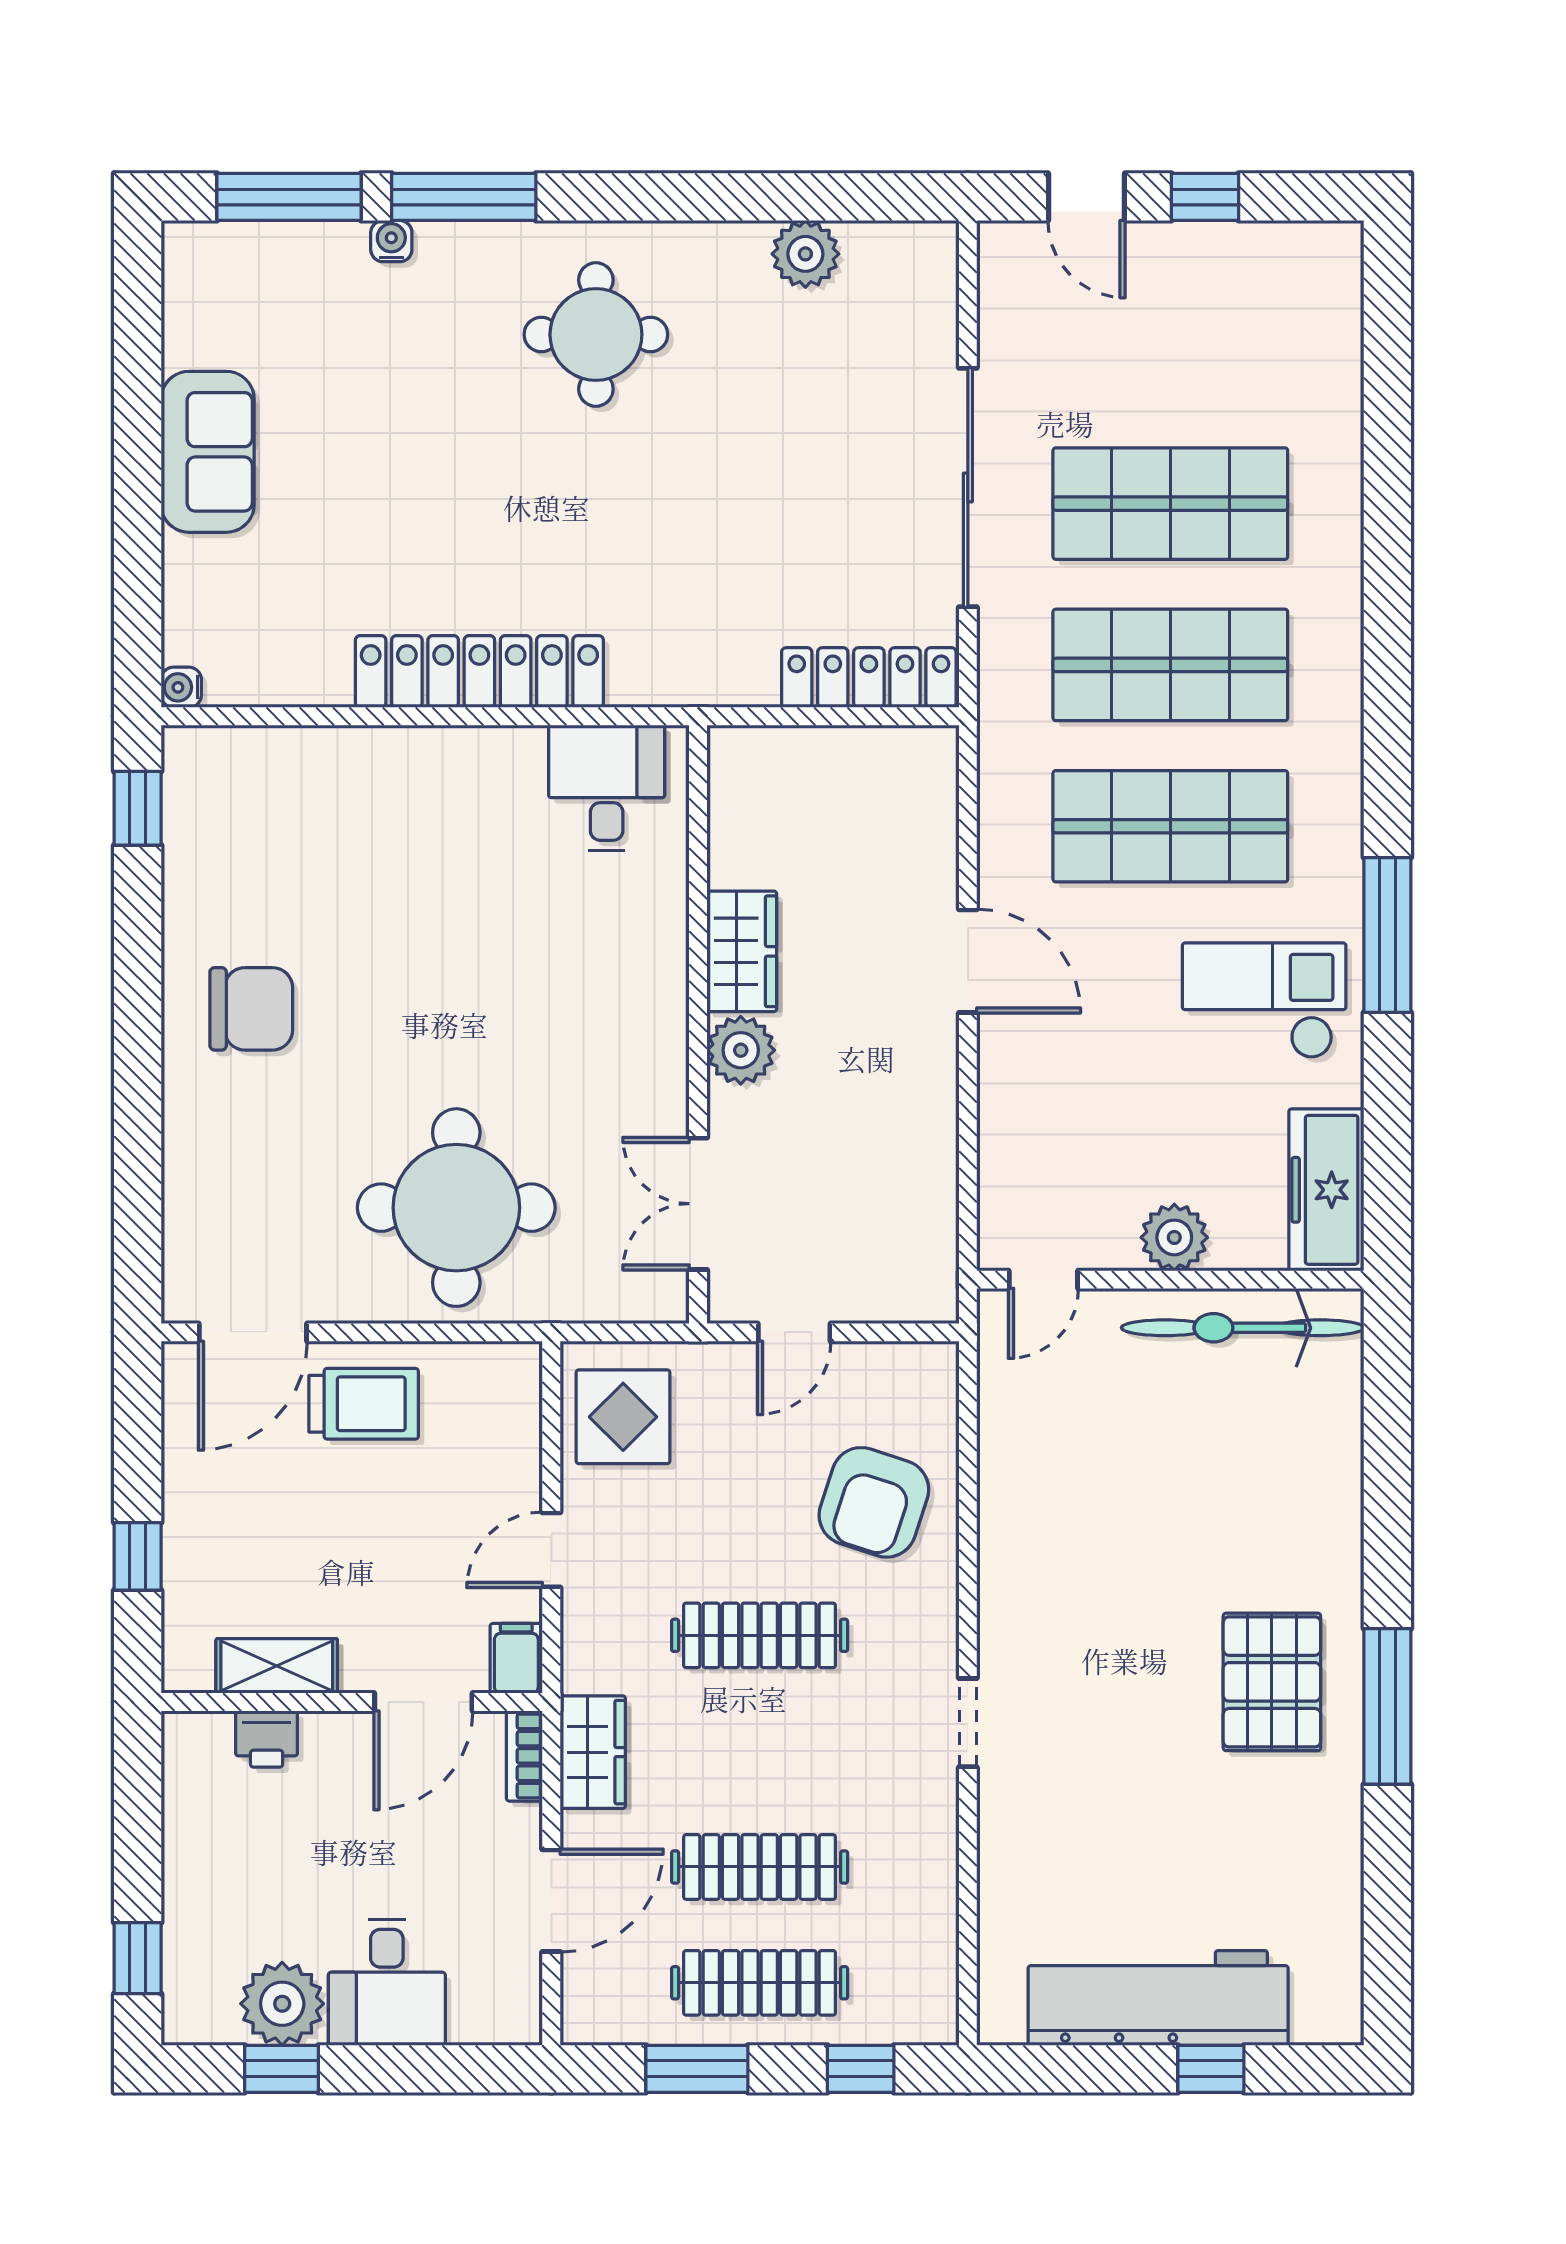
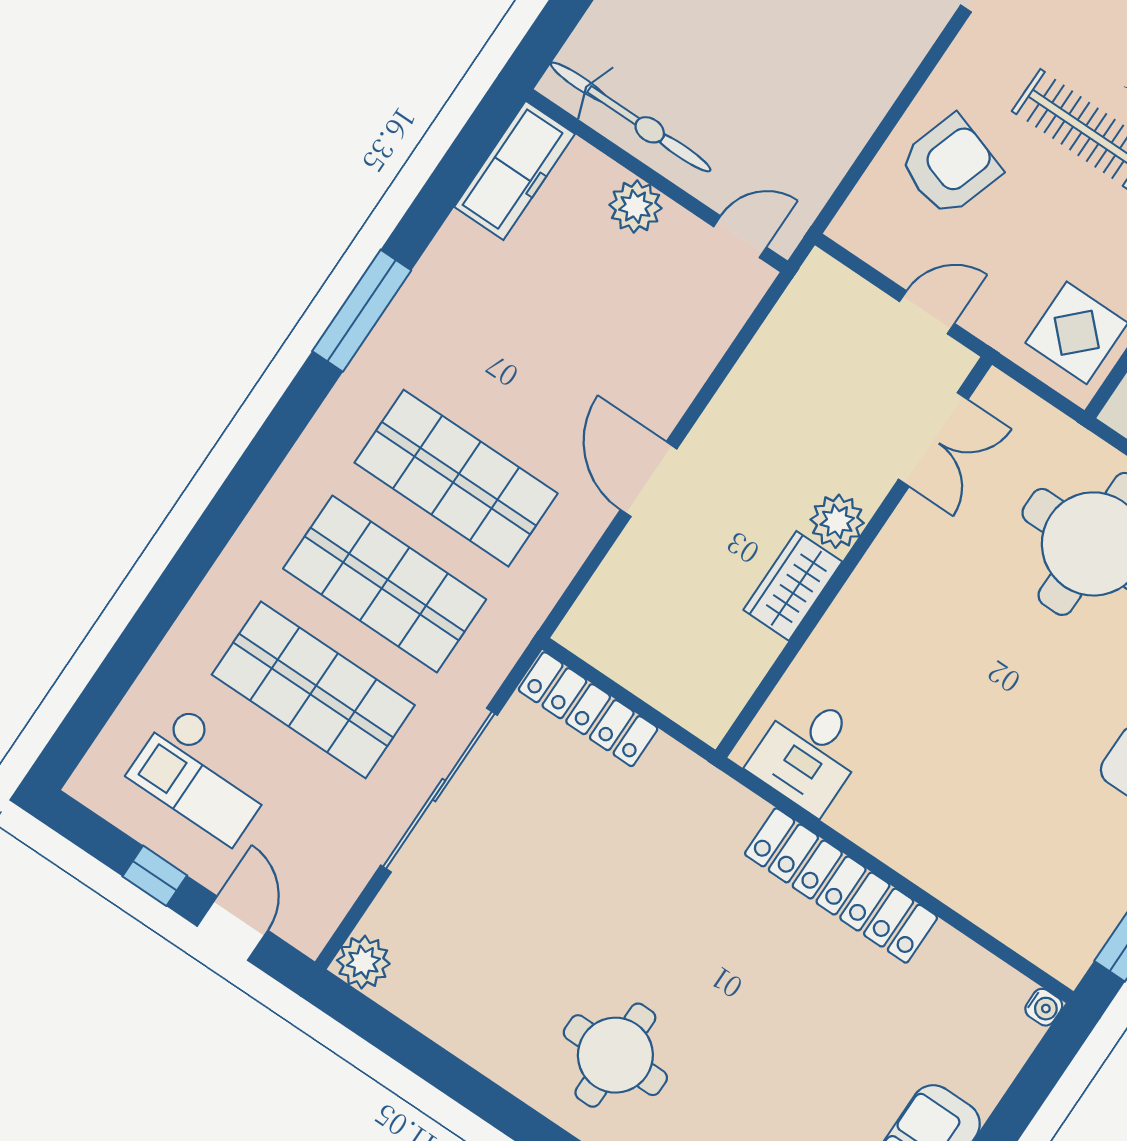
plant: (805, 254) -> (363, 962), moved
checkout: (1264, 1000) -> (204, 775), moved

